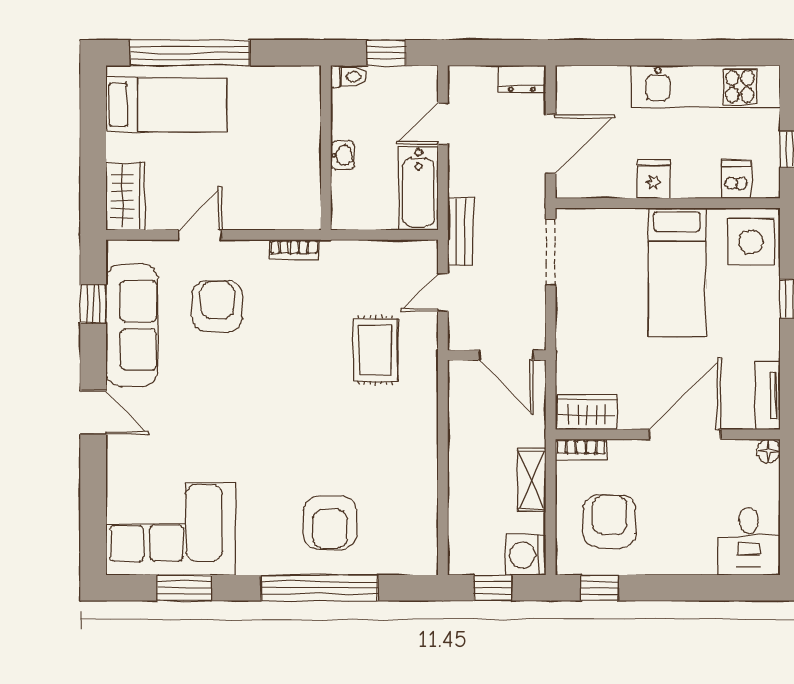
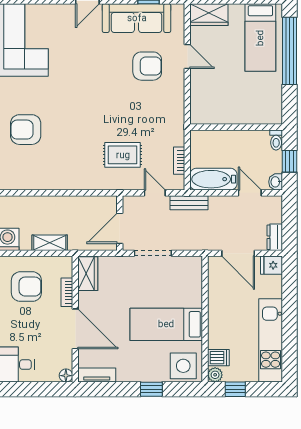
washbasin: (343, 155) -> (276, 182), moved, turned 90
fridge: (653, 179) -> (271, 265), moved, turned 180
plant: (767, 185) -> (215, 375), added
bookcase: (294, 249) -> (179, 161), moved
doorway: (551, 252) -> (153, 253), moved
bookcase: (581, 449) -> (67, 292), moved

